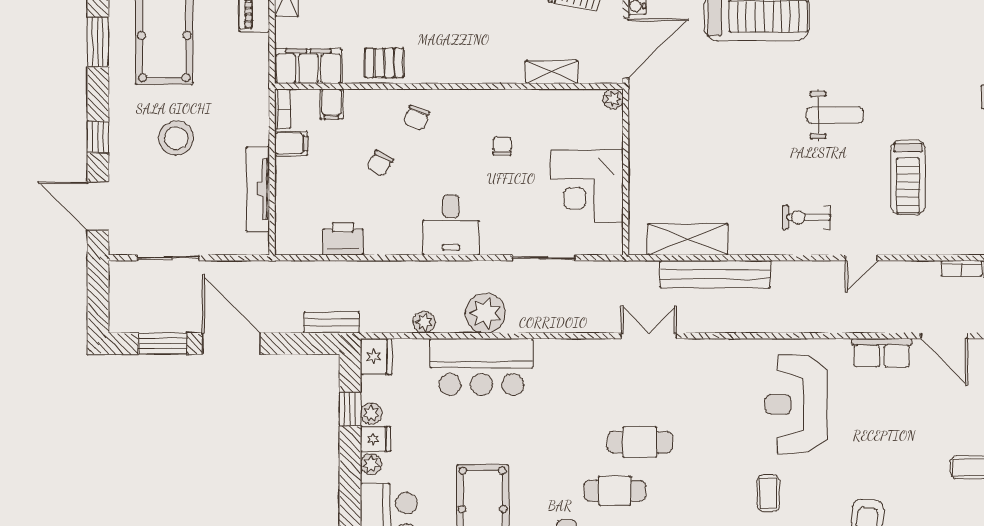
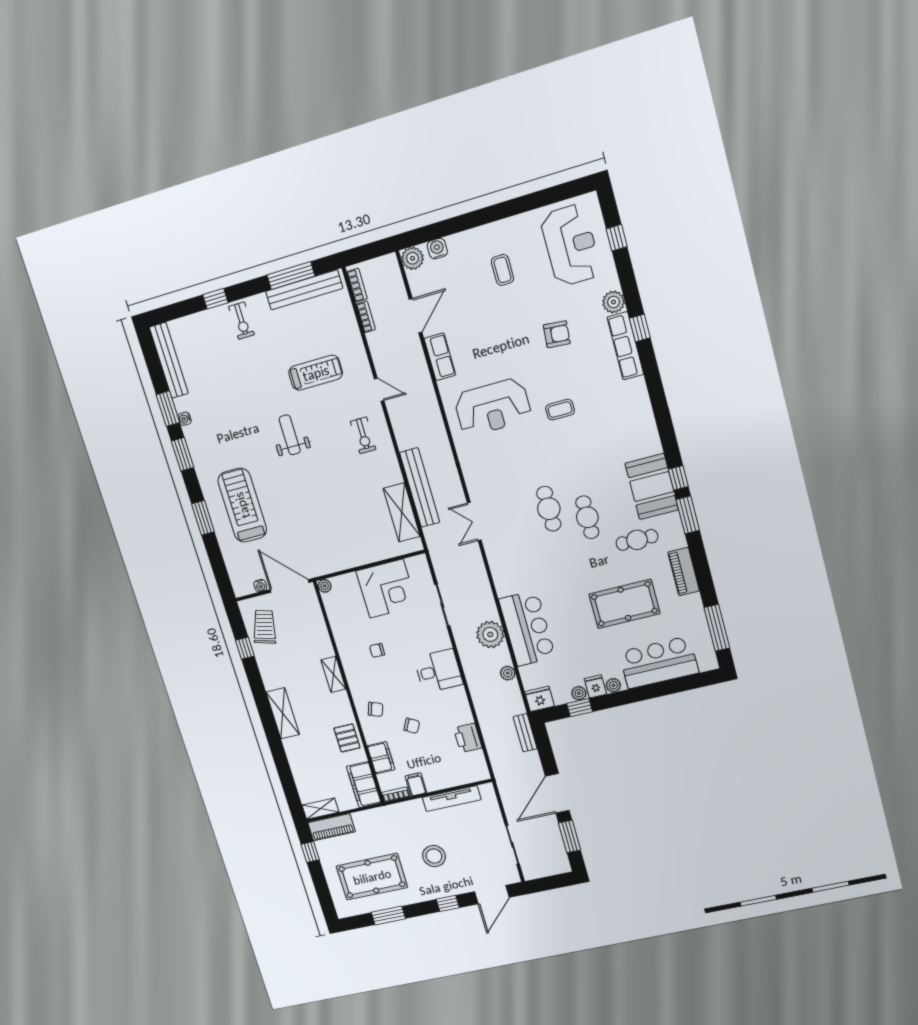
shelving: (552, 72) -> (333, 674), moved
filing cabinet: (332, 104) -> (381, 758), width x2.00

